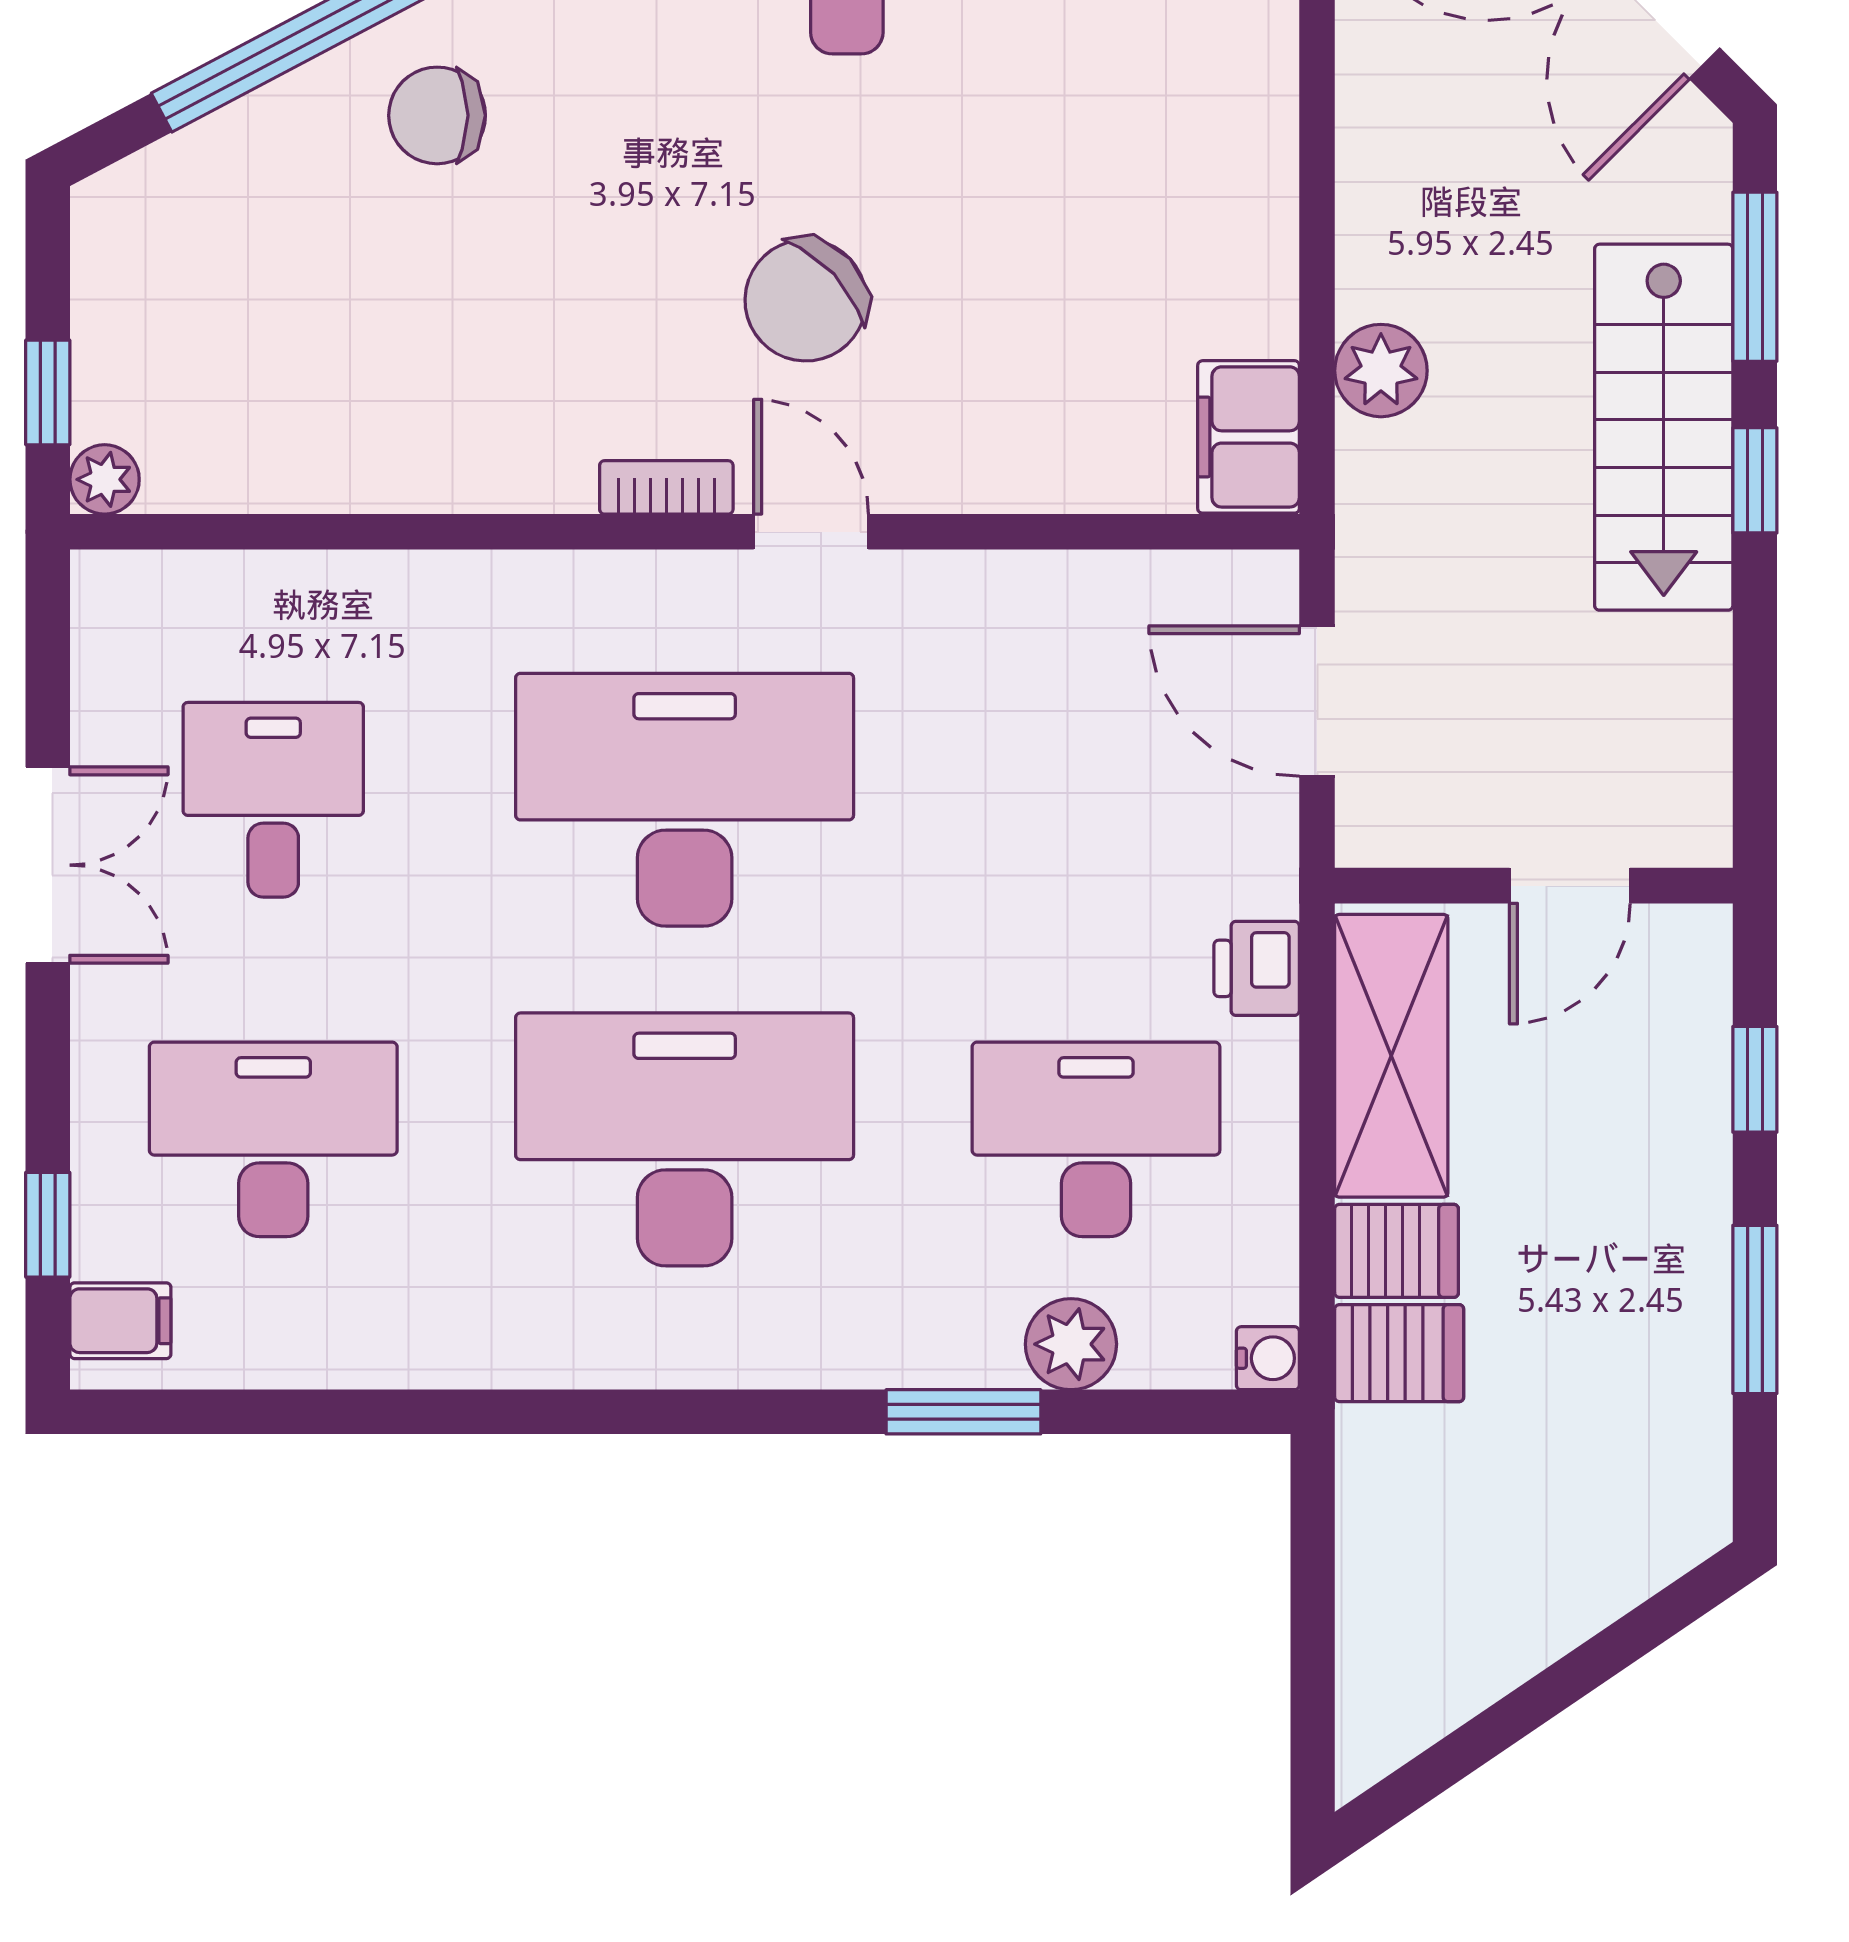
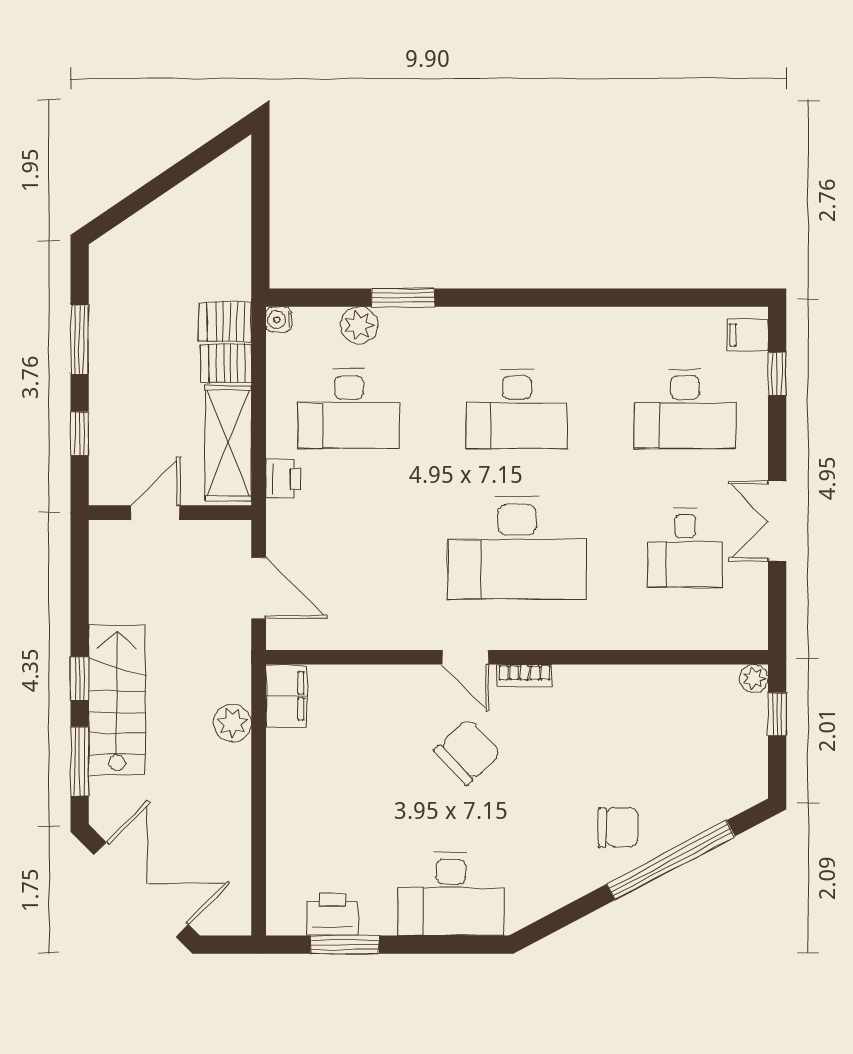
desk: (685, 1139) -> (517, 409), width x0.73, depth x0.77

